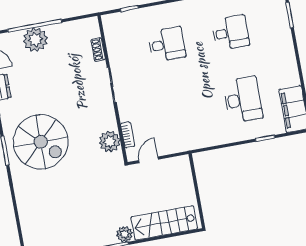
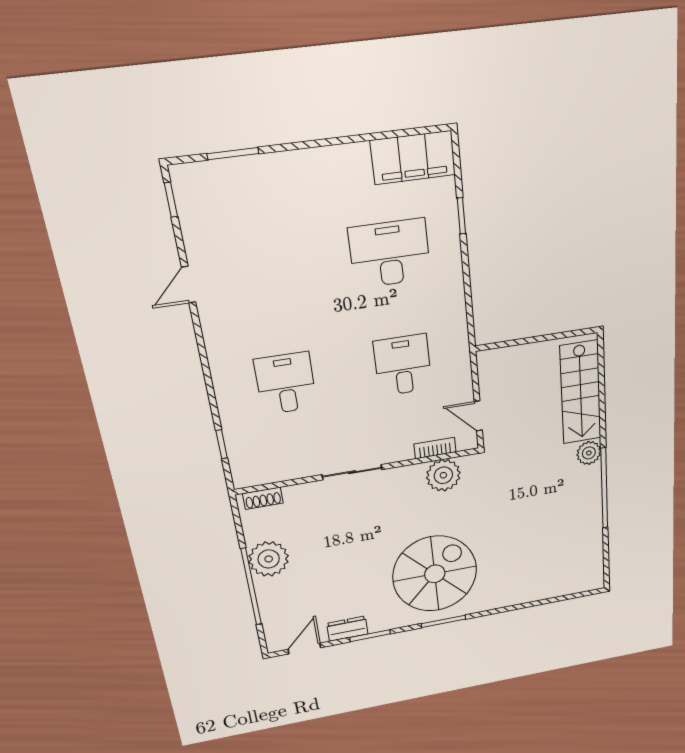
desk: (230, 33) -> (403, 365), moved
plant: (35, 40) -> (269, 559), moved
shoe rack: (98, 49) -> (263, 498), moved

